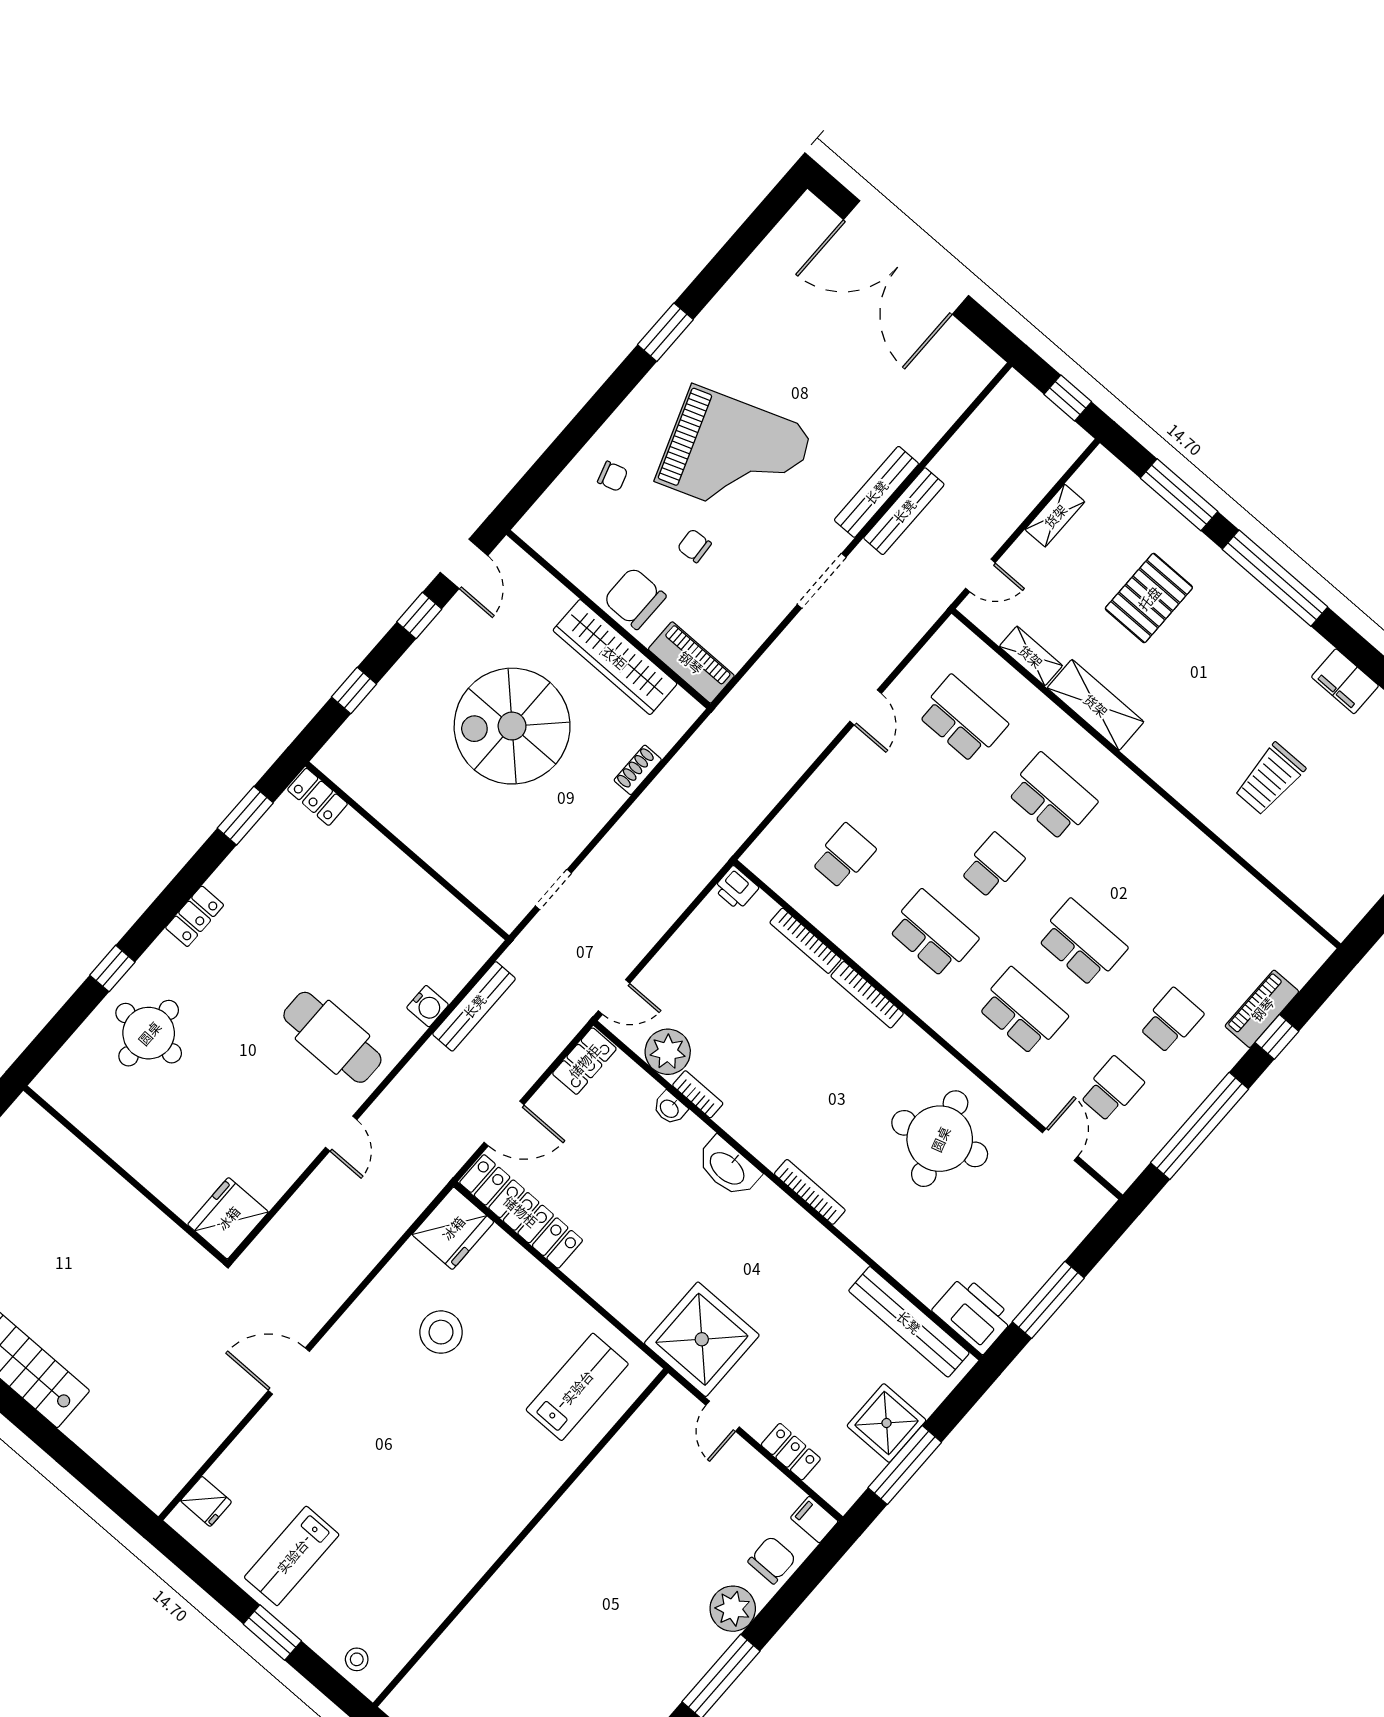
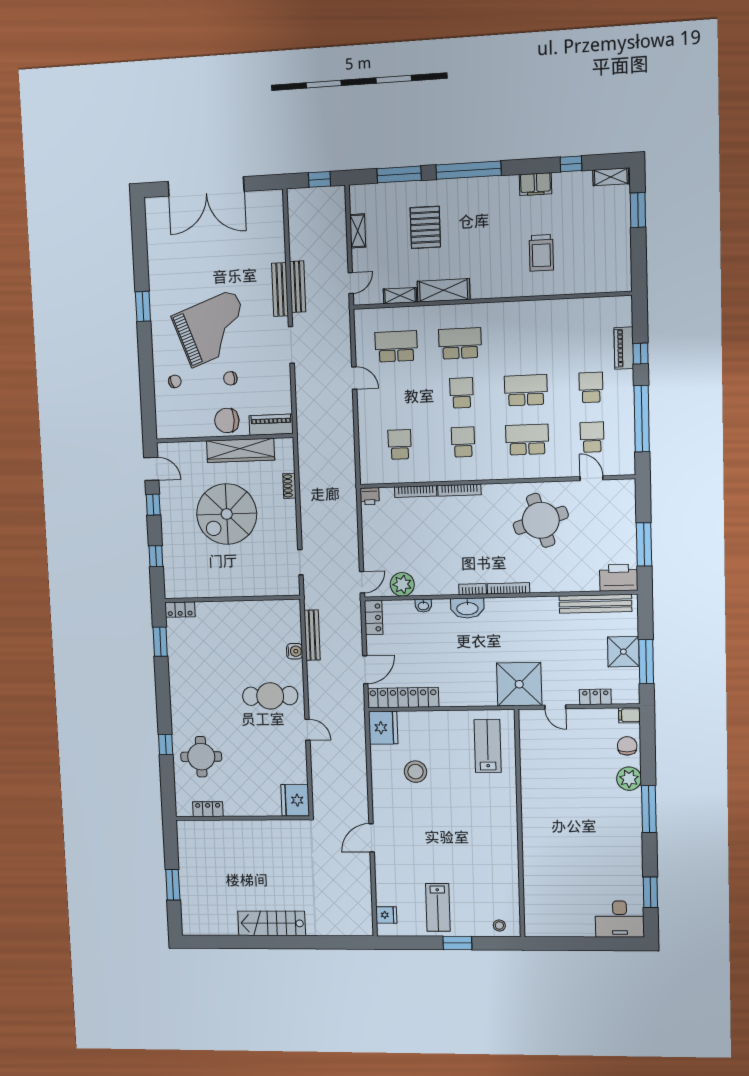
locker: (195, 916) -> (208, 809), moved, turned -90
school desk: (933, 934) -> (463, 442), width x0.54
bookcase: (698, 1094) -> (473, 589), moved

